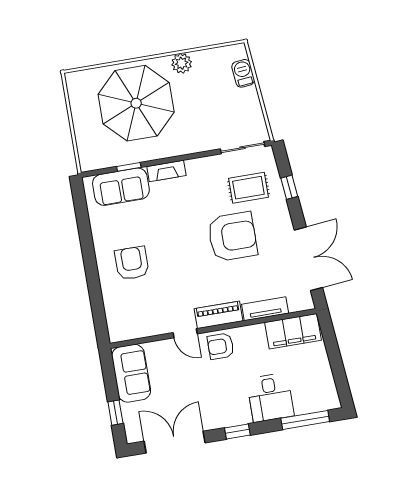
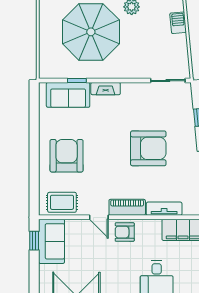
rug: (248, 188) -> (62, 202), moved
armchair: (132, 263) -> (67, 156), width x1.36, depth x1.36
window: (115, 413) -> (34, 241), moved

